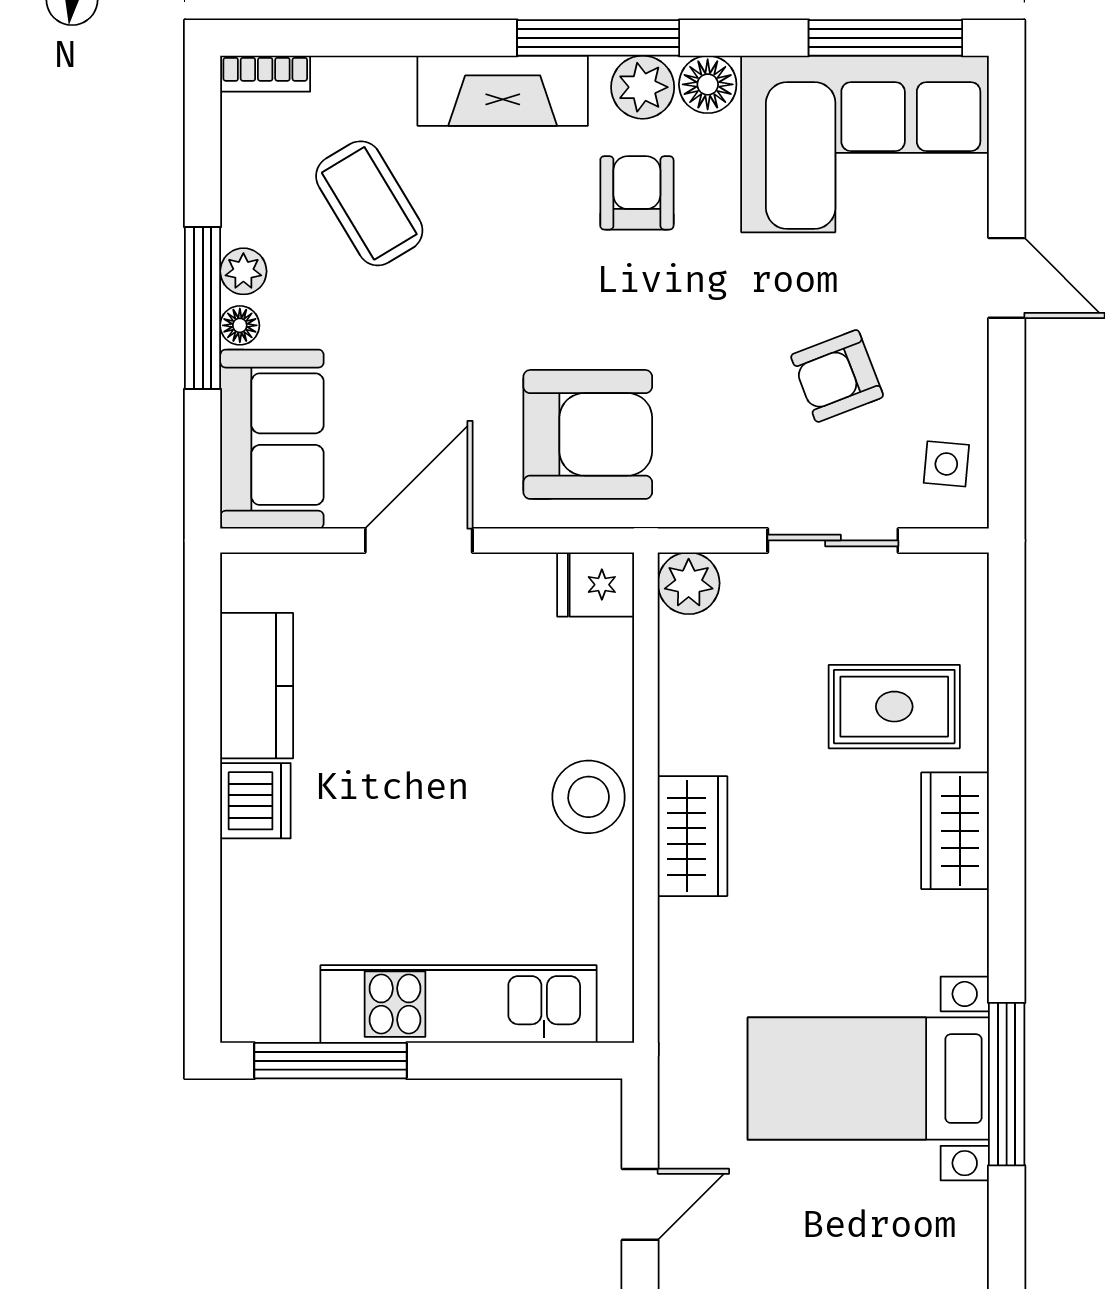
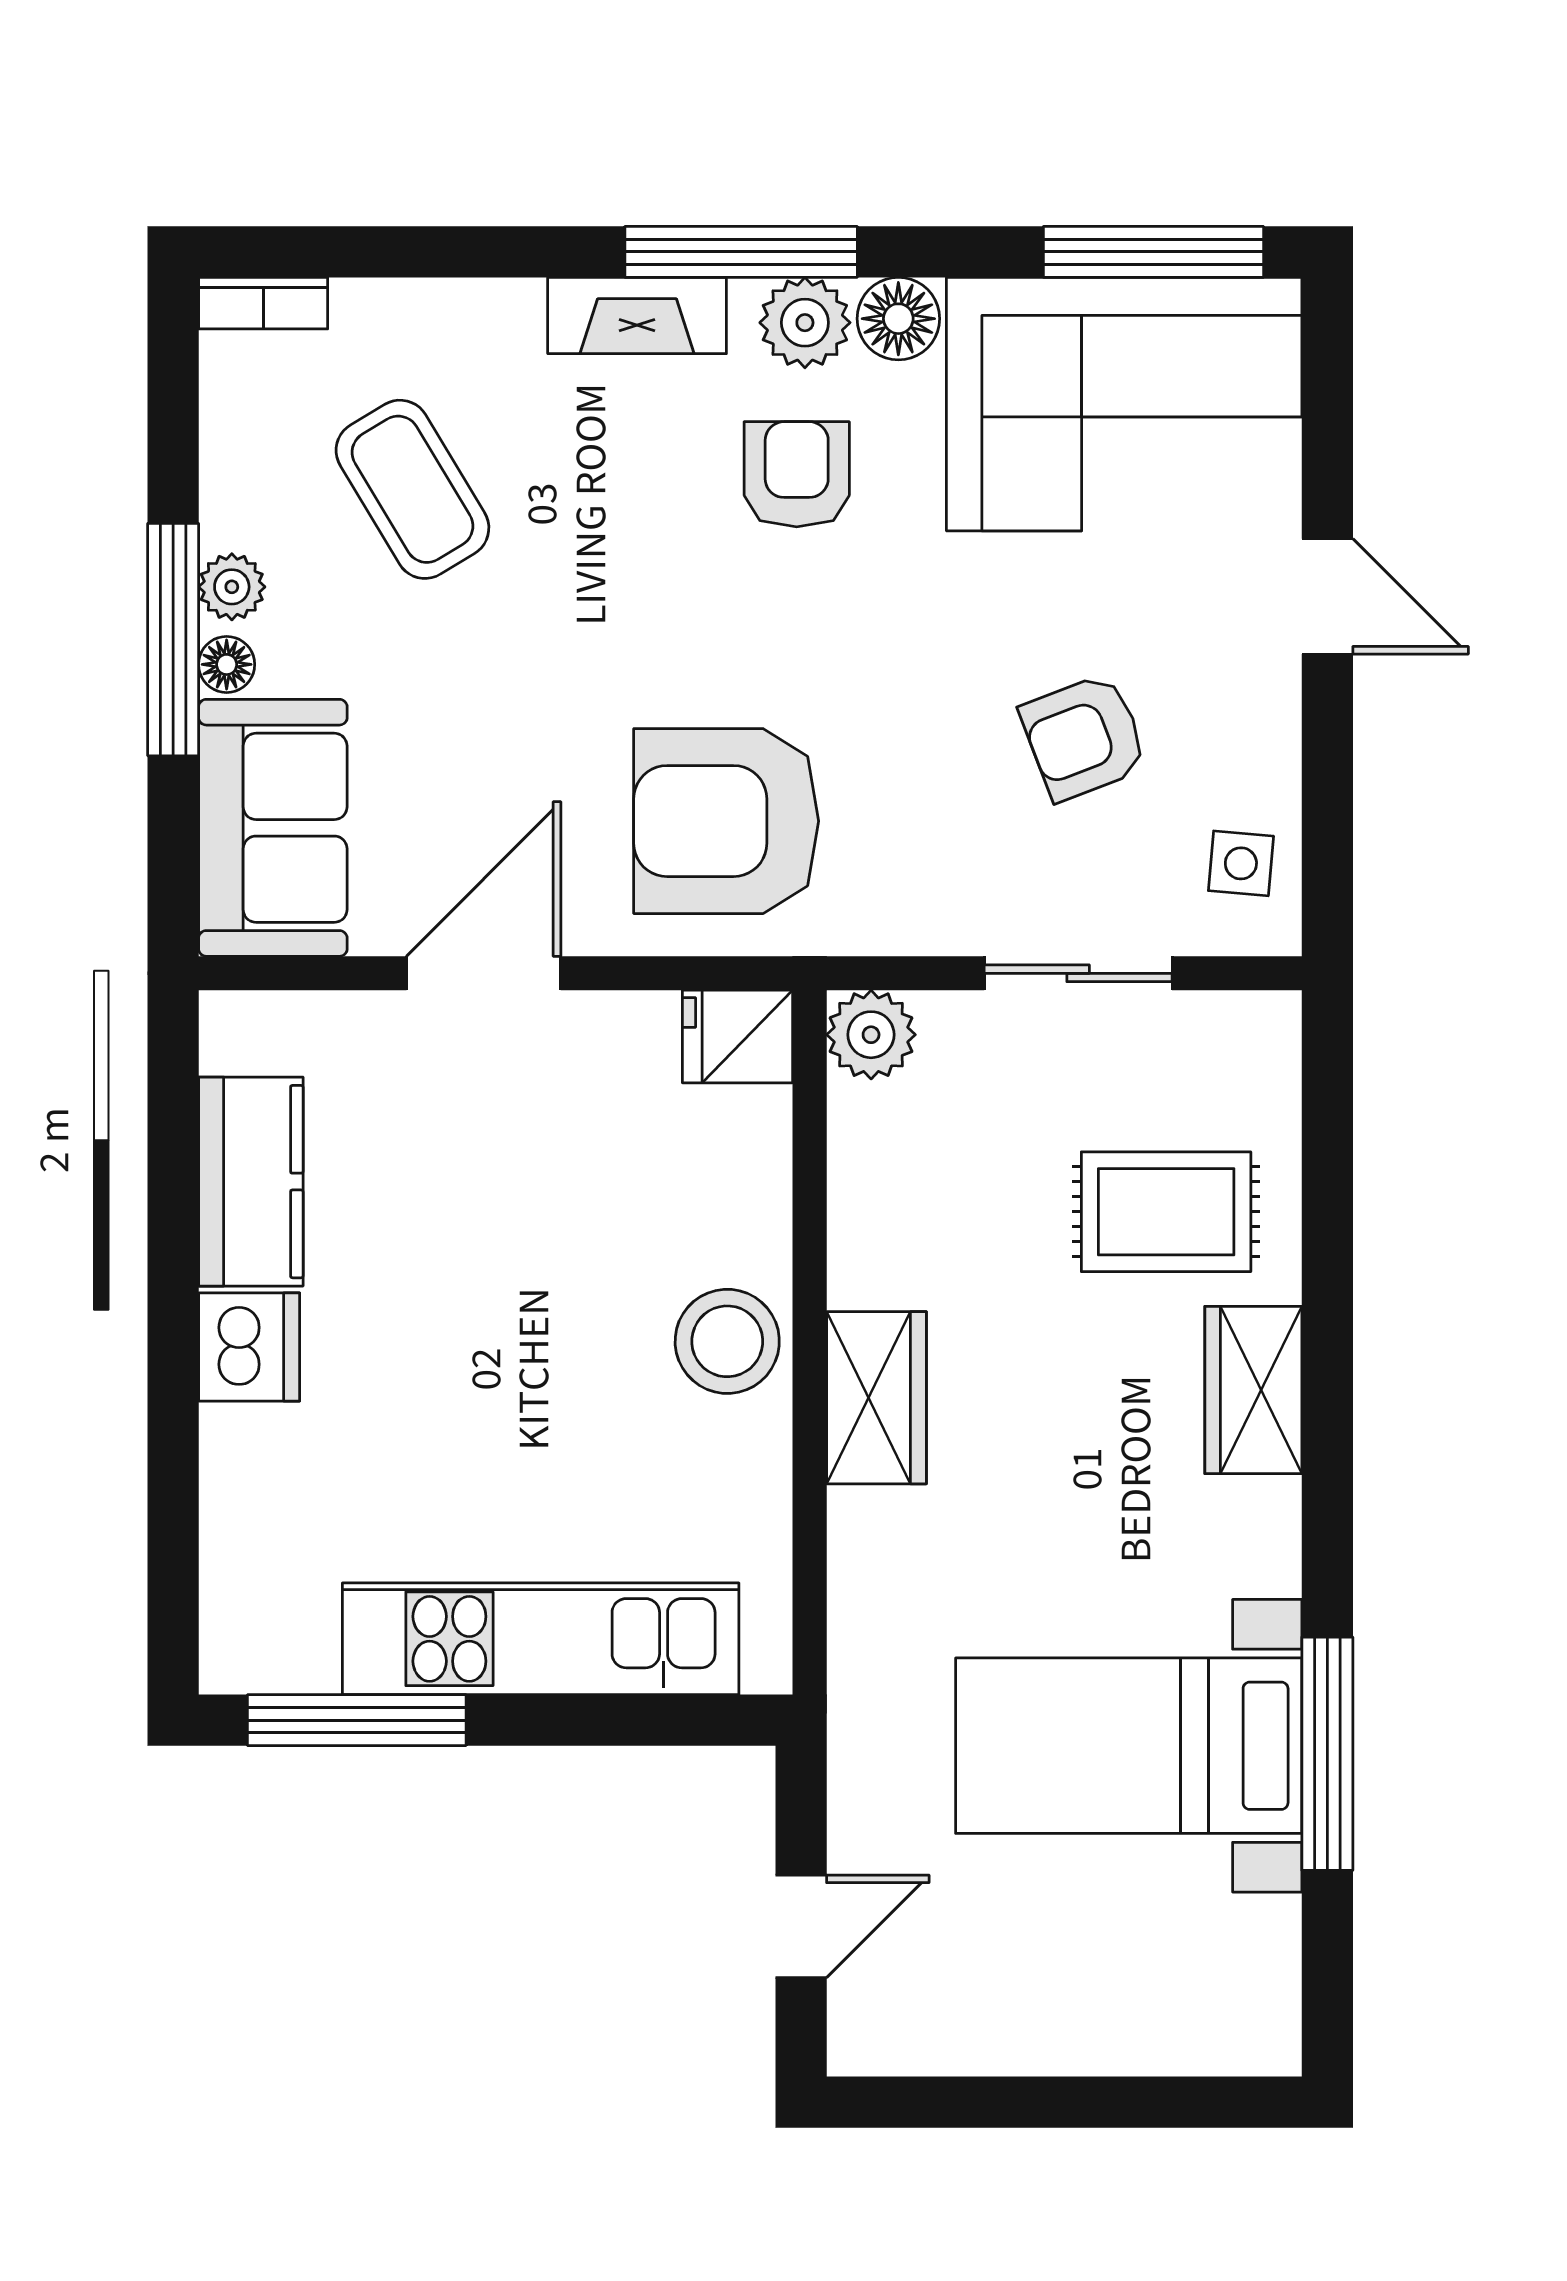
fireplace: (503, 91) -> (637, 315), width x0.73, depth x0.76
armchair: (588, 434) -> (726, 821), turned 180

